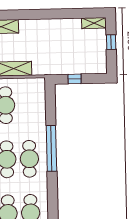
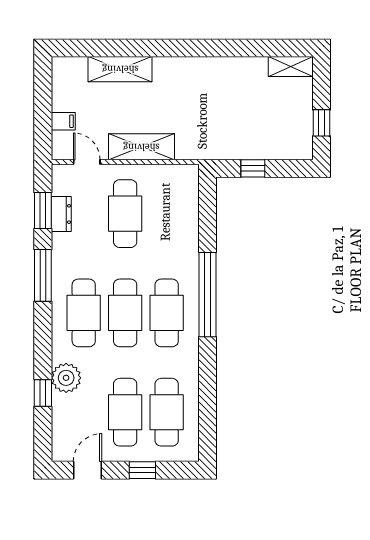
window: (111, 42) -> (321, 123), moved

